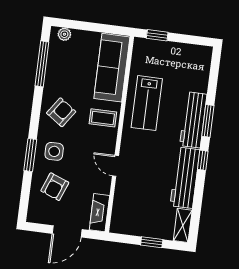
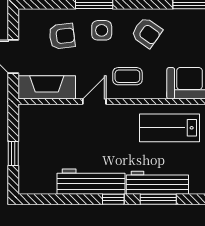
coffee table: (103, 118) -> (127, 76), moved, turned 90
armchair: (55, 187) -> (62, 36), turned 152
fireplace: (99, 213) -> (47, 87), width x1.37, depth x1.32
shelving: (183, 225) -> (37, 186), removed

